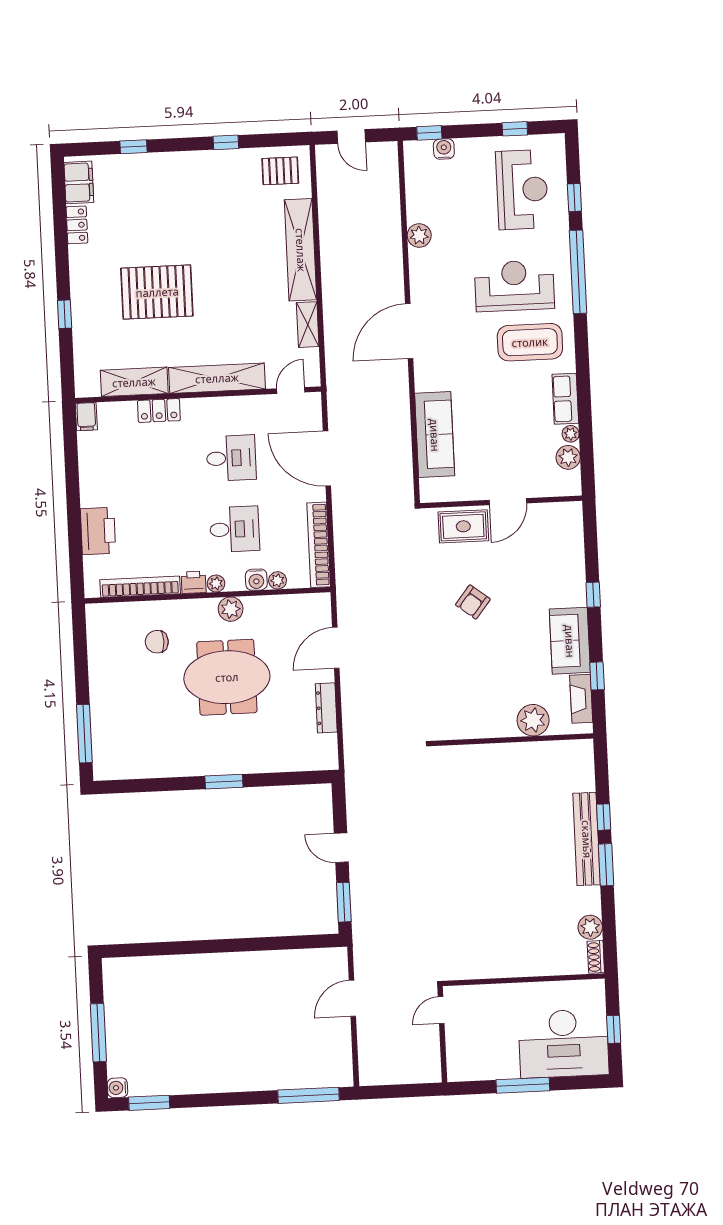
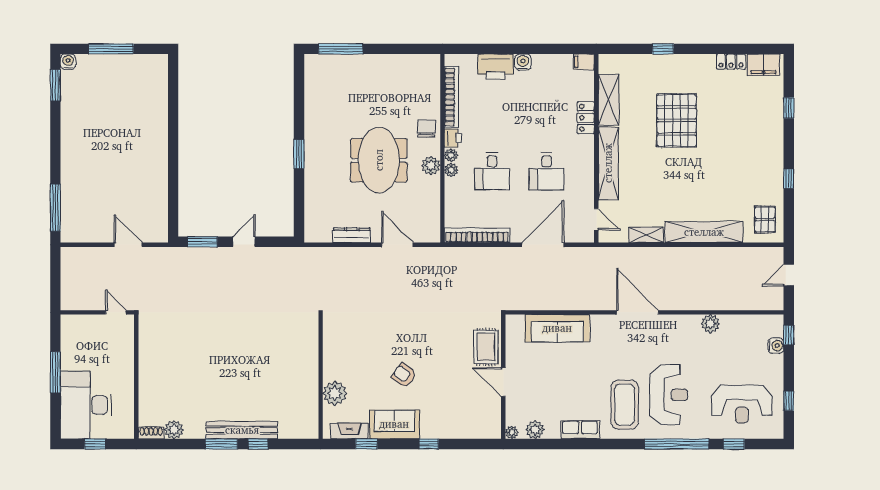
plant: (571, 434) -> (512, 432), moved
water cooler: (256, 580) -> (523, 62), moved, turned 90
plant: (278, 580) -> (451, 170), moved
armchair: (473, 602) -> (404, 375), moved
chair: (157, 642) -> (426, 129), moved

